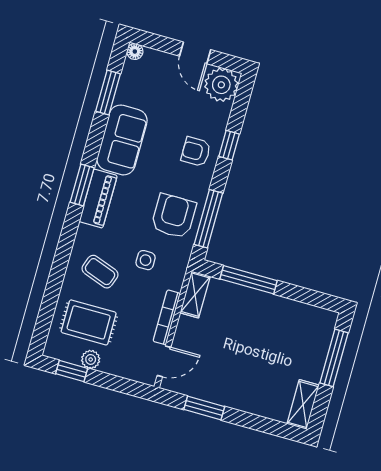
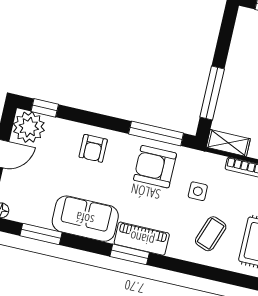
window: (229, 145) -> (45, 108), moved

